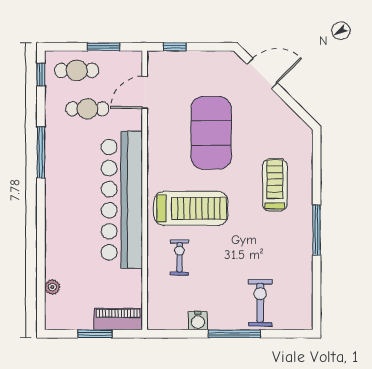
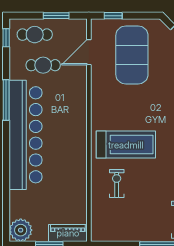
exercise mat: (211, 133) -> (132, 55), moved
bar counter: (122, 200) -> (26, 135), moved, turned 180
plant: (52, 287) -> (21, 230), moved, width x1.87, depth x1.87
water cooler: (198, 321) -> (131, 234), removed

